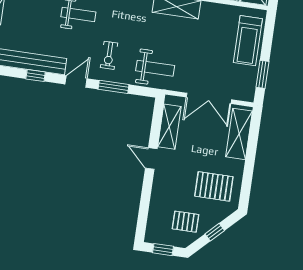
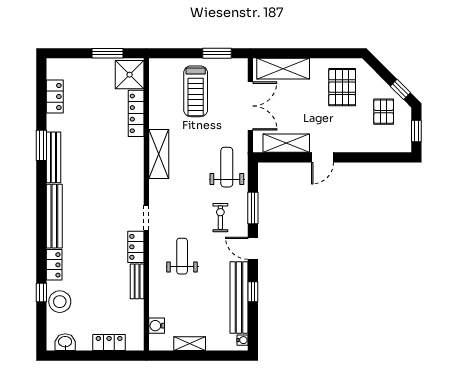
treadmill: (248, 41) -> (196, 91), moved, turned 90
exercise bike: (109, 55) -> (220, 218), turned -90
window: (215, 232) -> (400, 89), moved

